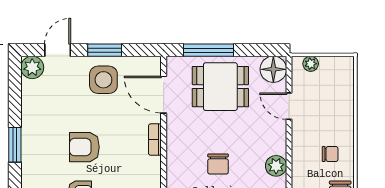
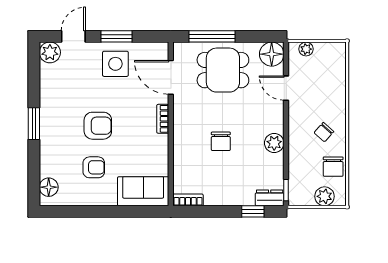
armchair: (84, 147) -> (98, 126), turned 180
chair: (330, 154) -> (324, 132), turned 132

